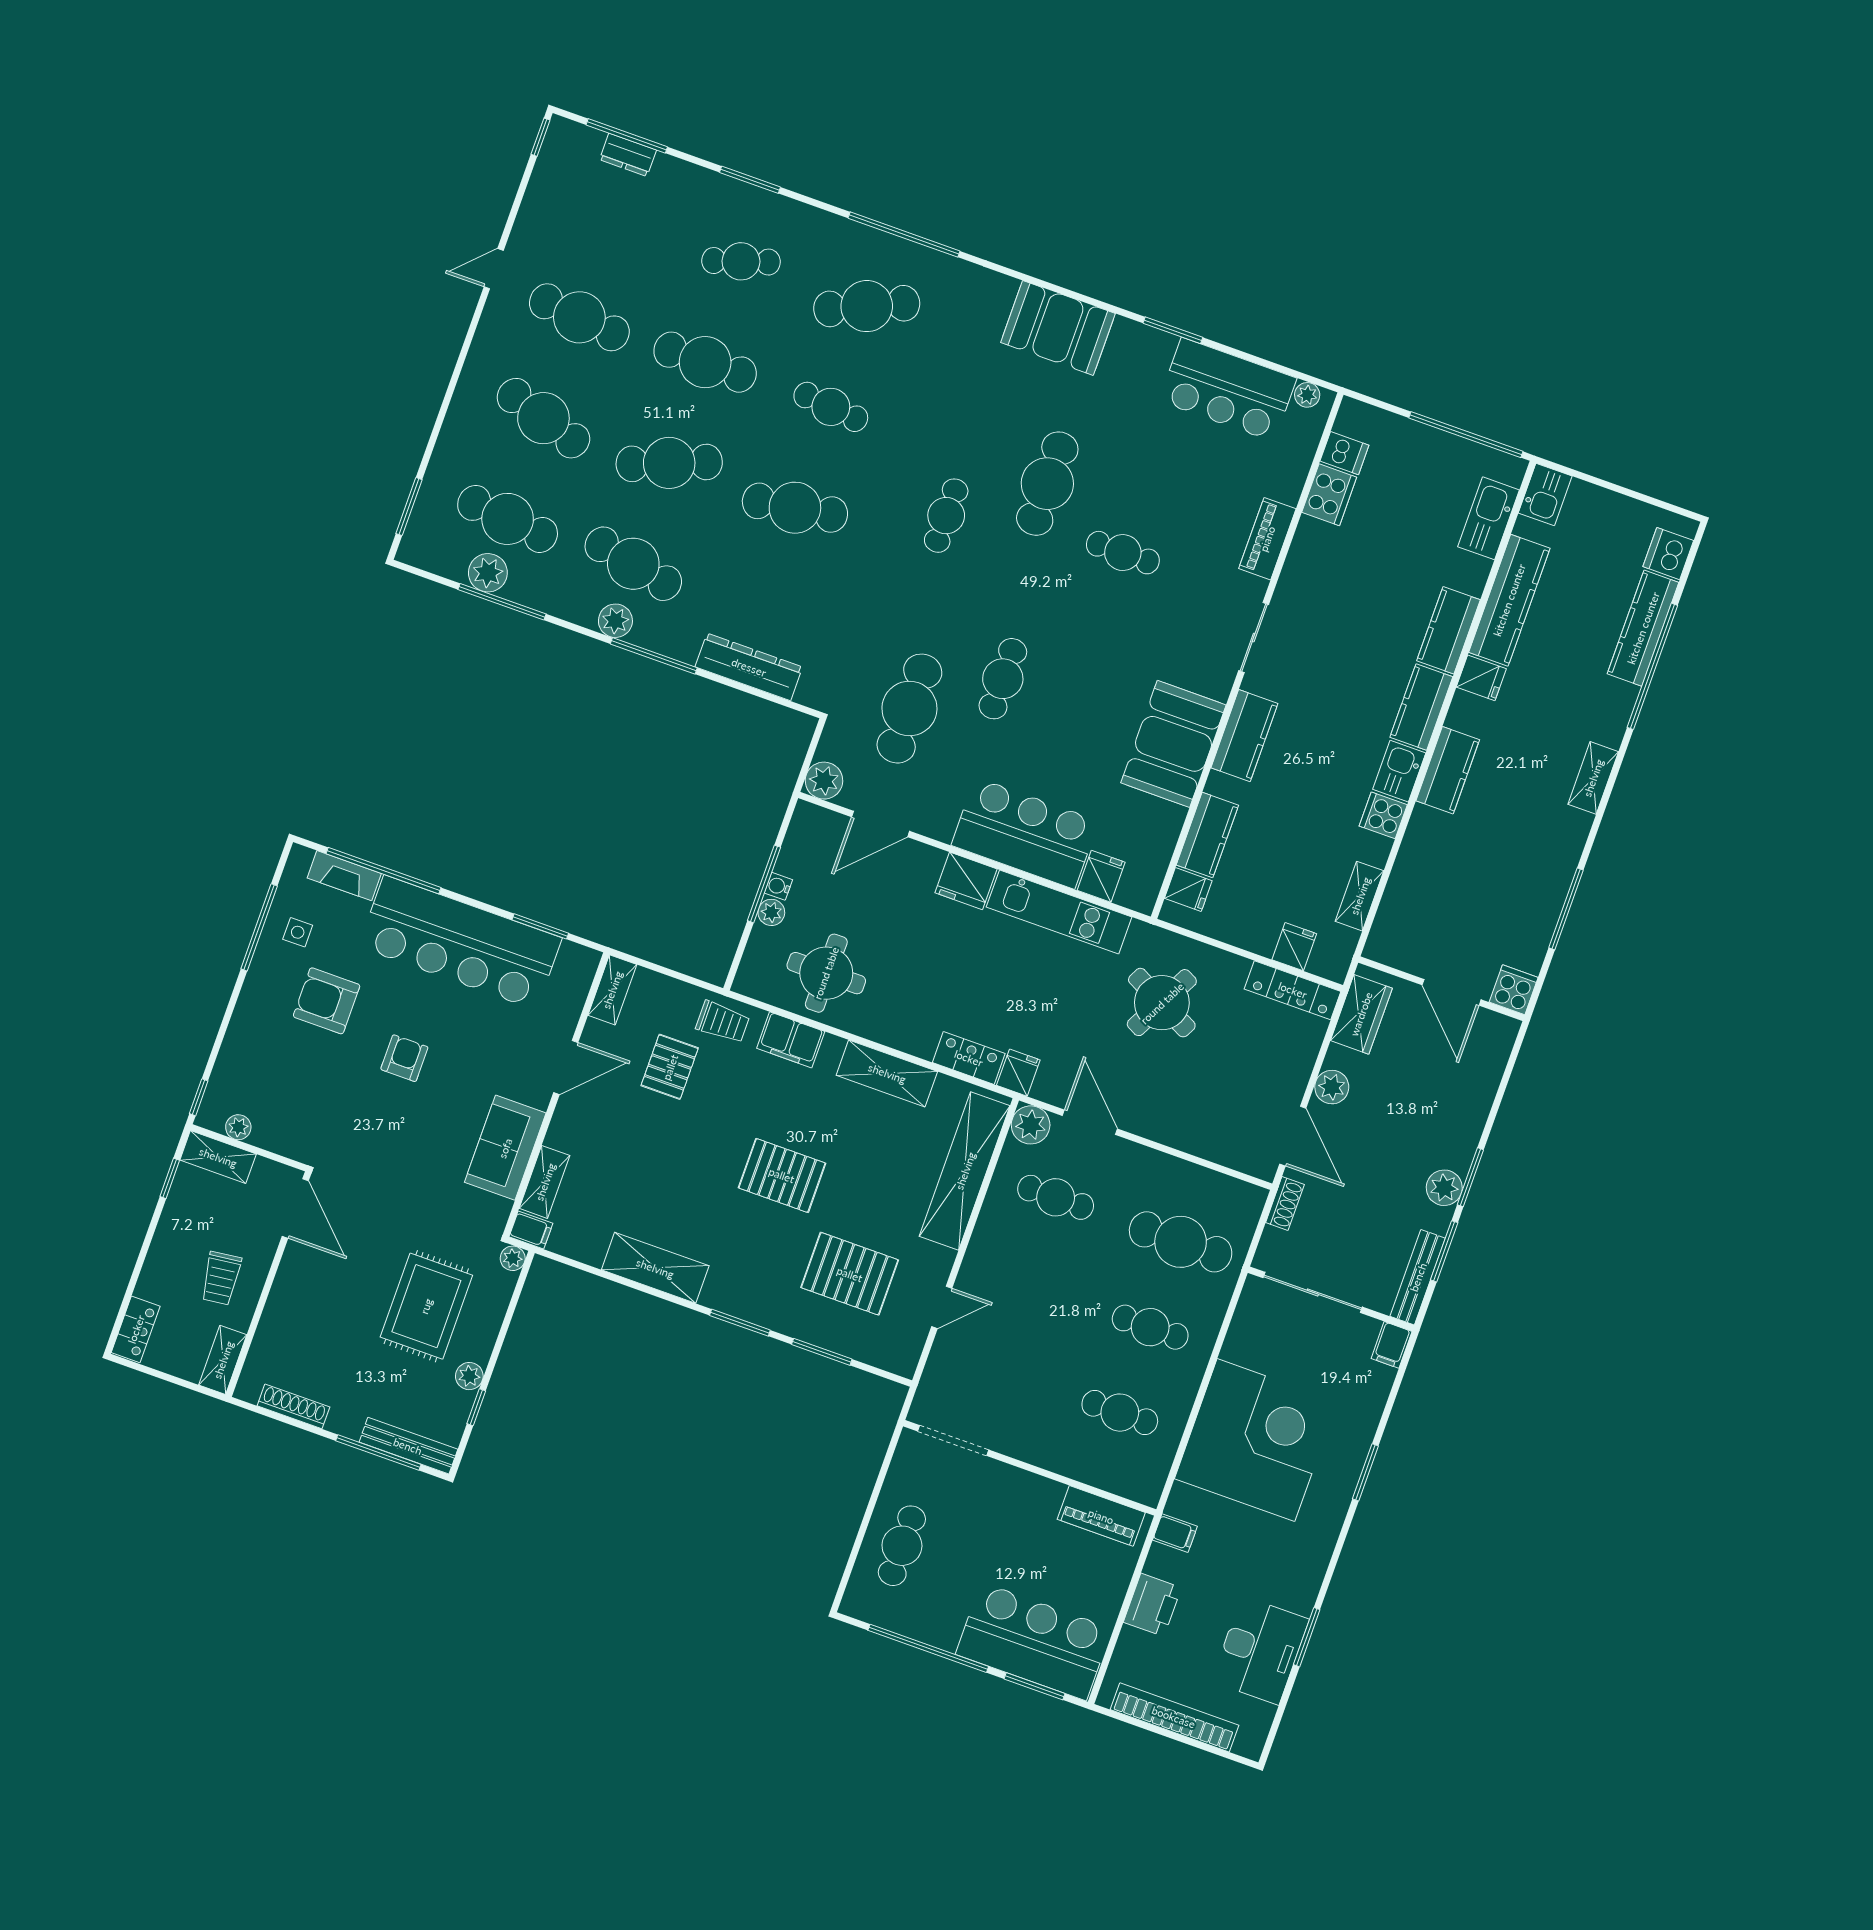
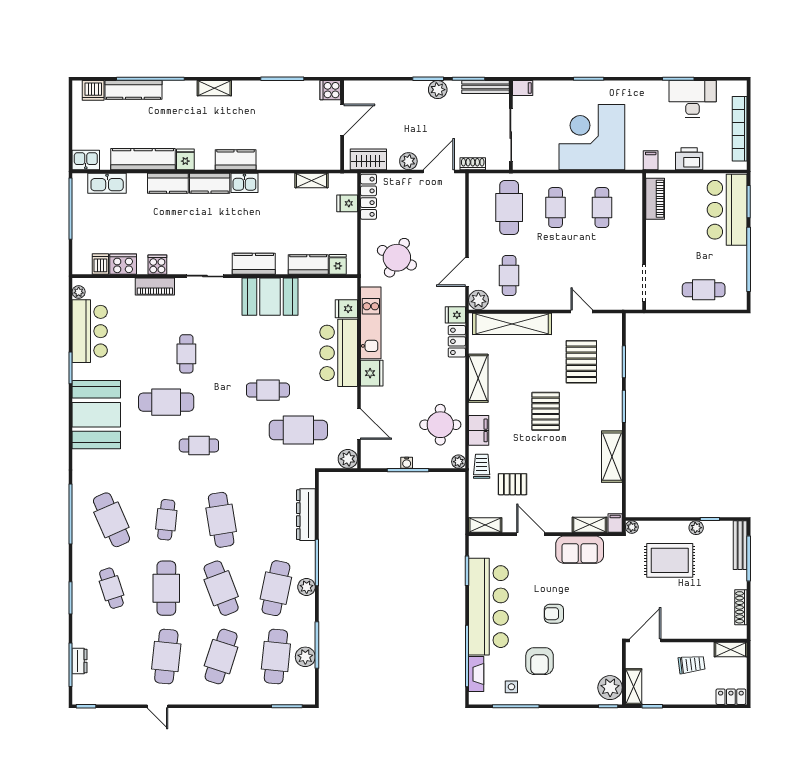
booth: (1058, 328) -> (96, 415), width x1.36, depth x1.42
cooker: (1383, 815) -> (157, 265), moved, turned 180
plant: (771, 912) -> (459, 462), moved
plant: (238, 1127) -> (610, 688), width x1.88, depth x1.88

